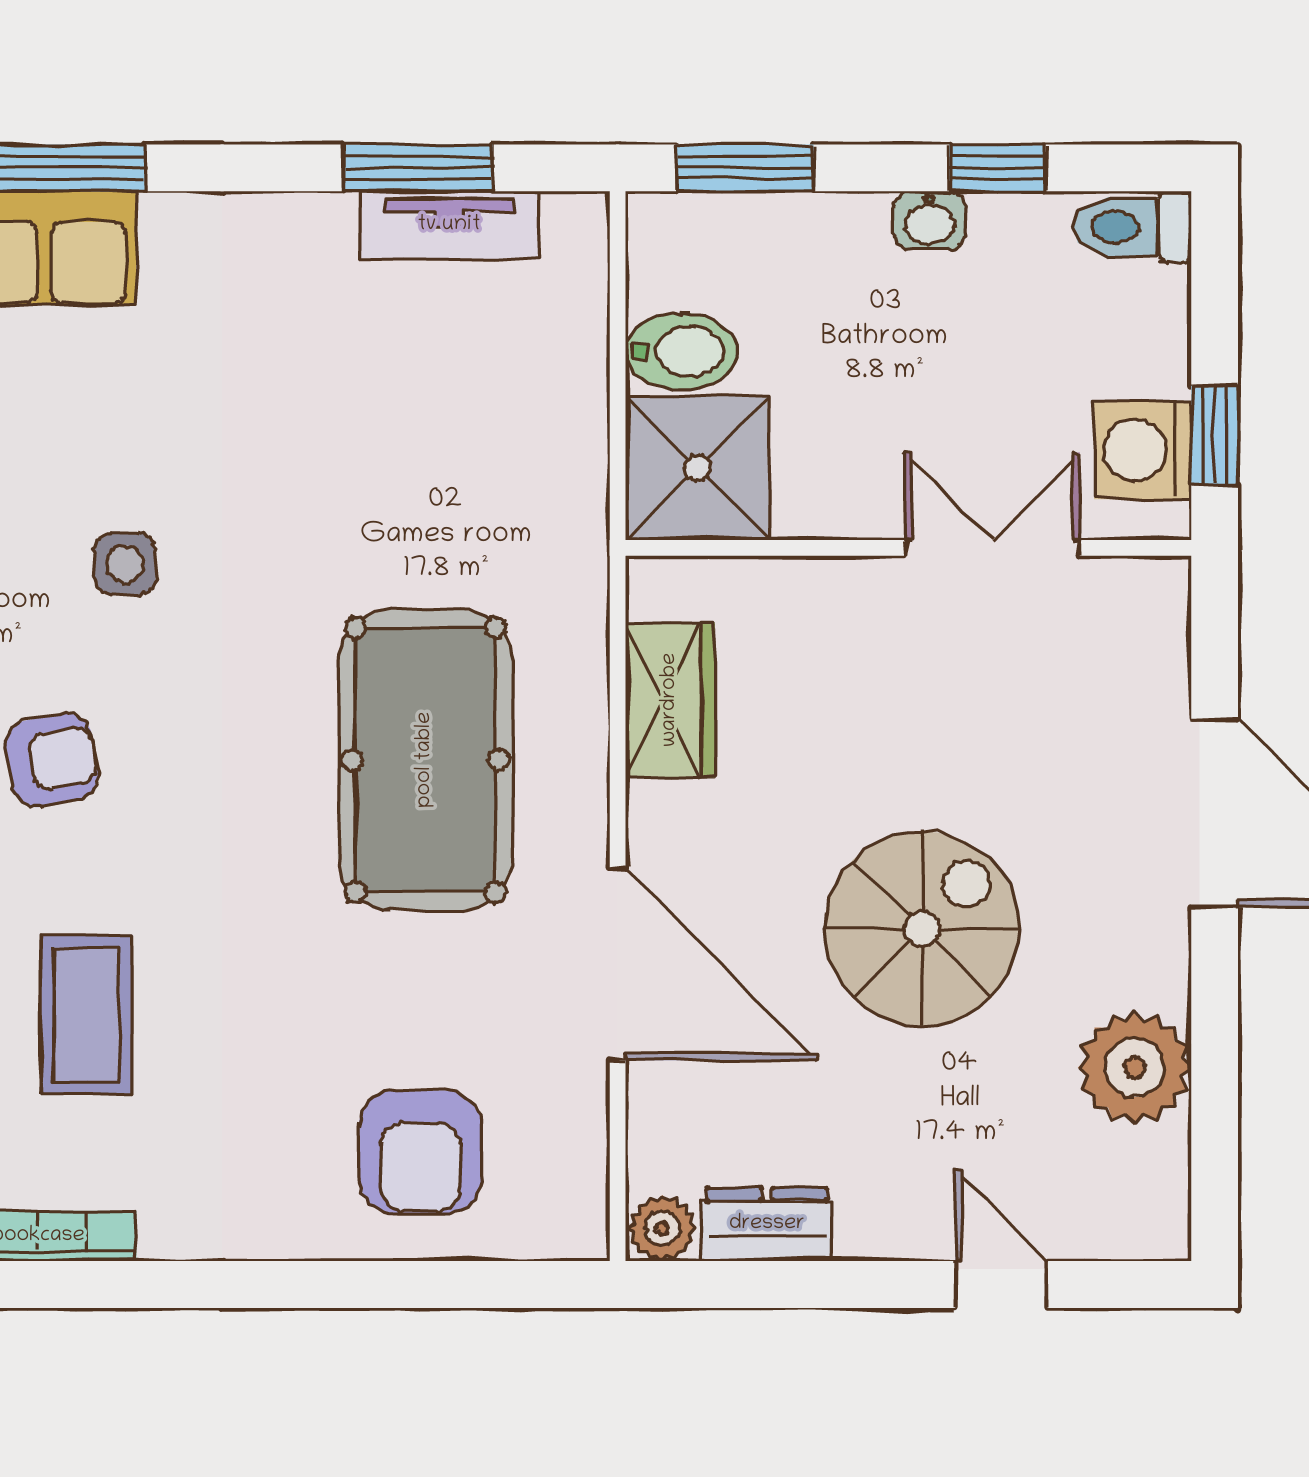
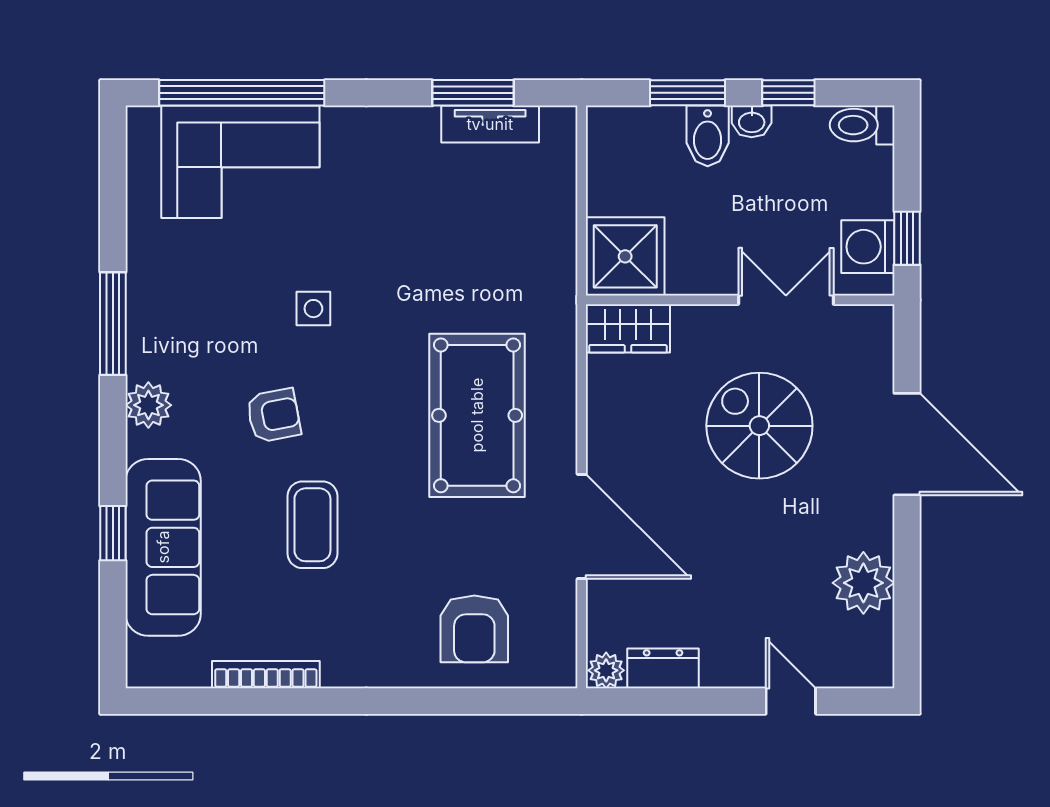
window: (745, 168) -> (687, 93), moved
bidet: (681, 351) -> (708, 136), moved, turned 90
wardrobe: (670, 700) -> (628, 328), moved, turned 90
spiral stairs: (922, 929) -> (759, 426), moved, turned -90
coffee table: (87, 1015) -> (312, 525), moved

